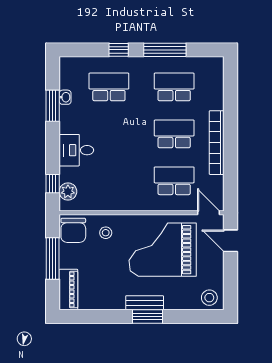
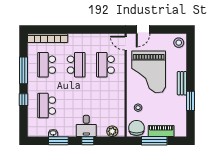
school desk: (174, 134) -> (76, 65), turned 180
bookcase: (217, 143) -> (48, 38), moved
window: (53, 184) -> (88, 141), moved
door: (209, 213) -> (126, 43), hinge flipped
chair: (73, 230) -> (137, 128), turned -90
piano: (68, 290) -> (161, 131), moved
window: (148, 317) -> (191, 101), moved

